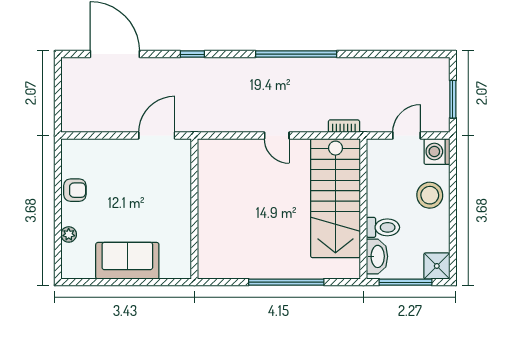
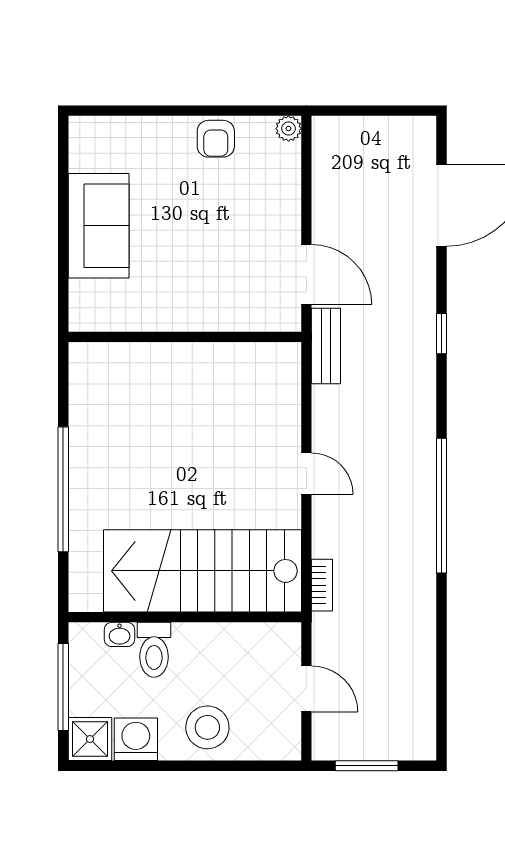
bench: (200, 124) -> (326, 346), added
door: (277, 135) -> (306, 474), swing flipped
washing machine: (437, 151) -> (136, 739), moved
plant: (69, 234) -> (289, 129), moved
washbasin: (377, 256) -> (120, 634), width x0.52, depth x0.69

